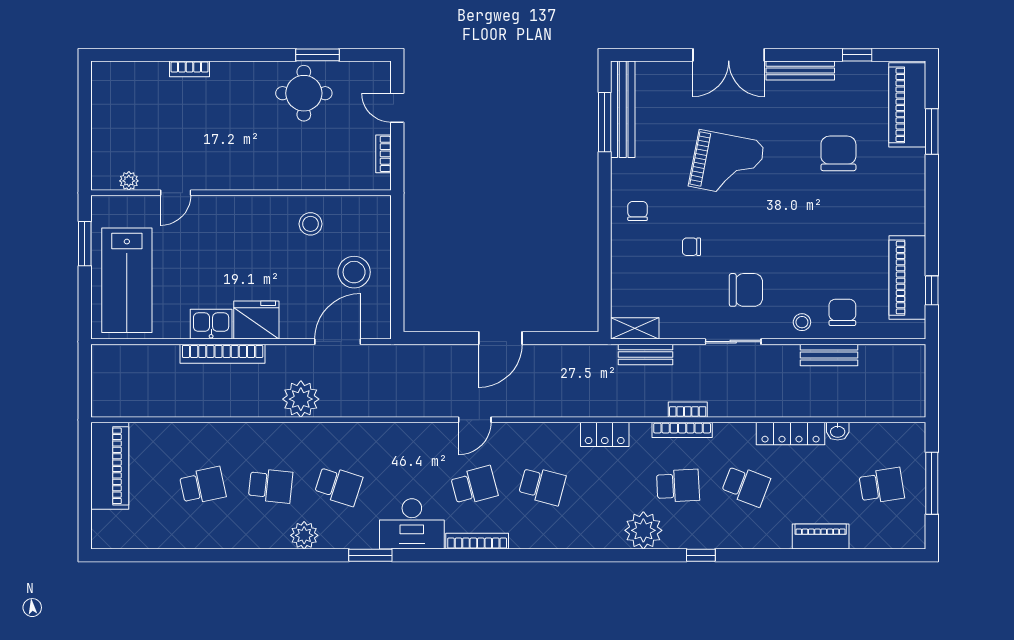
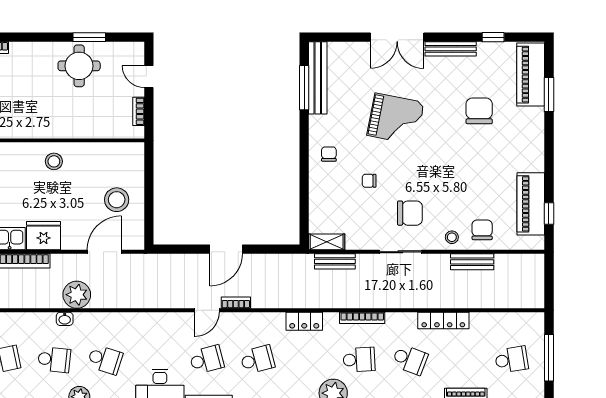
stool: (311, 224) -> (54, 161), moved
bookcase: (688, 410) -> (236, 303), moved
washbasin: (838, 431) -> (65, 319), moved
school desk: (542, 486) -> (257, 360), turned -30

